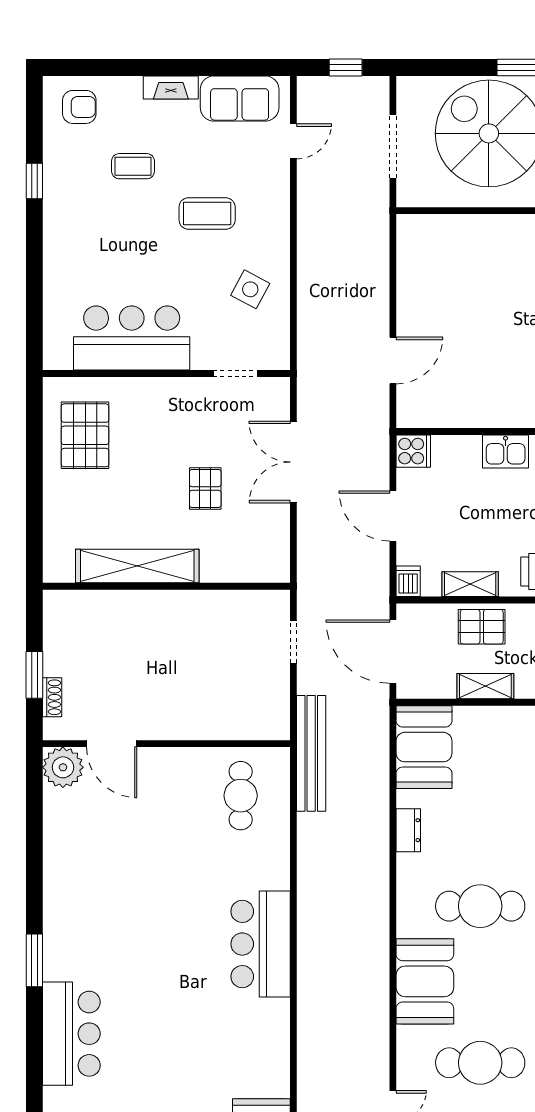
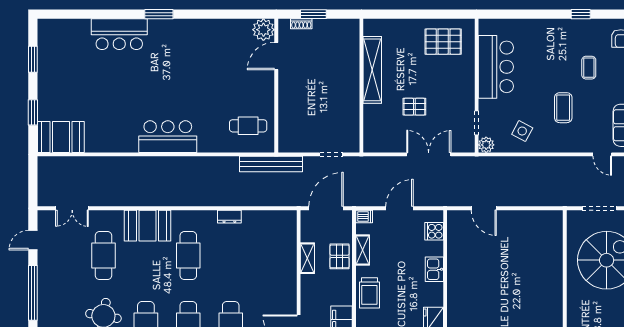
plant: (276, 356) -> (486, 145), added
cooker: (413, 451) -> (434, 231), moved, turned 90
booth: (424, 747) -> (274, 225), removed

